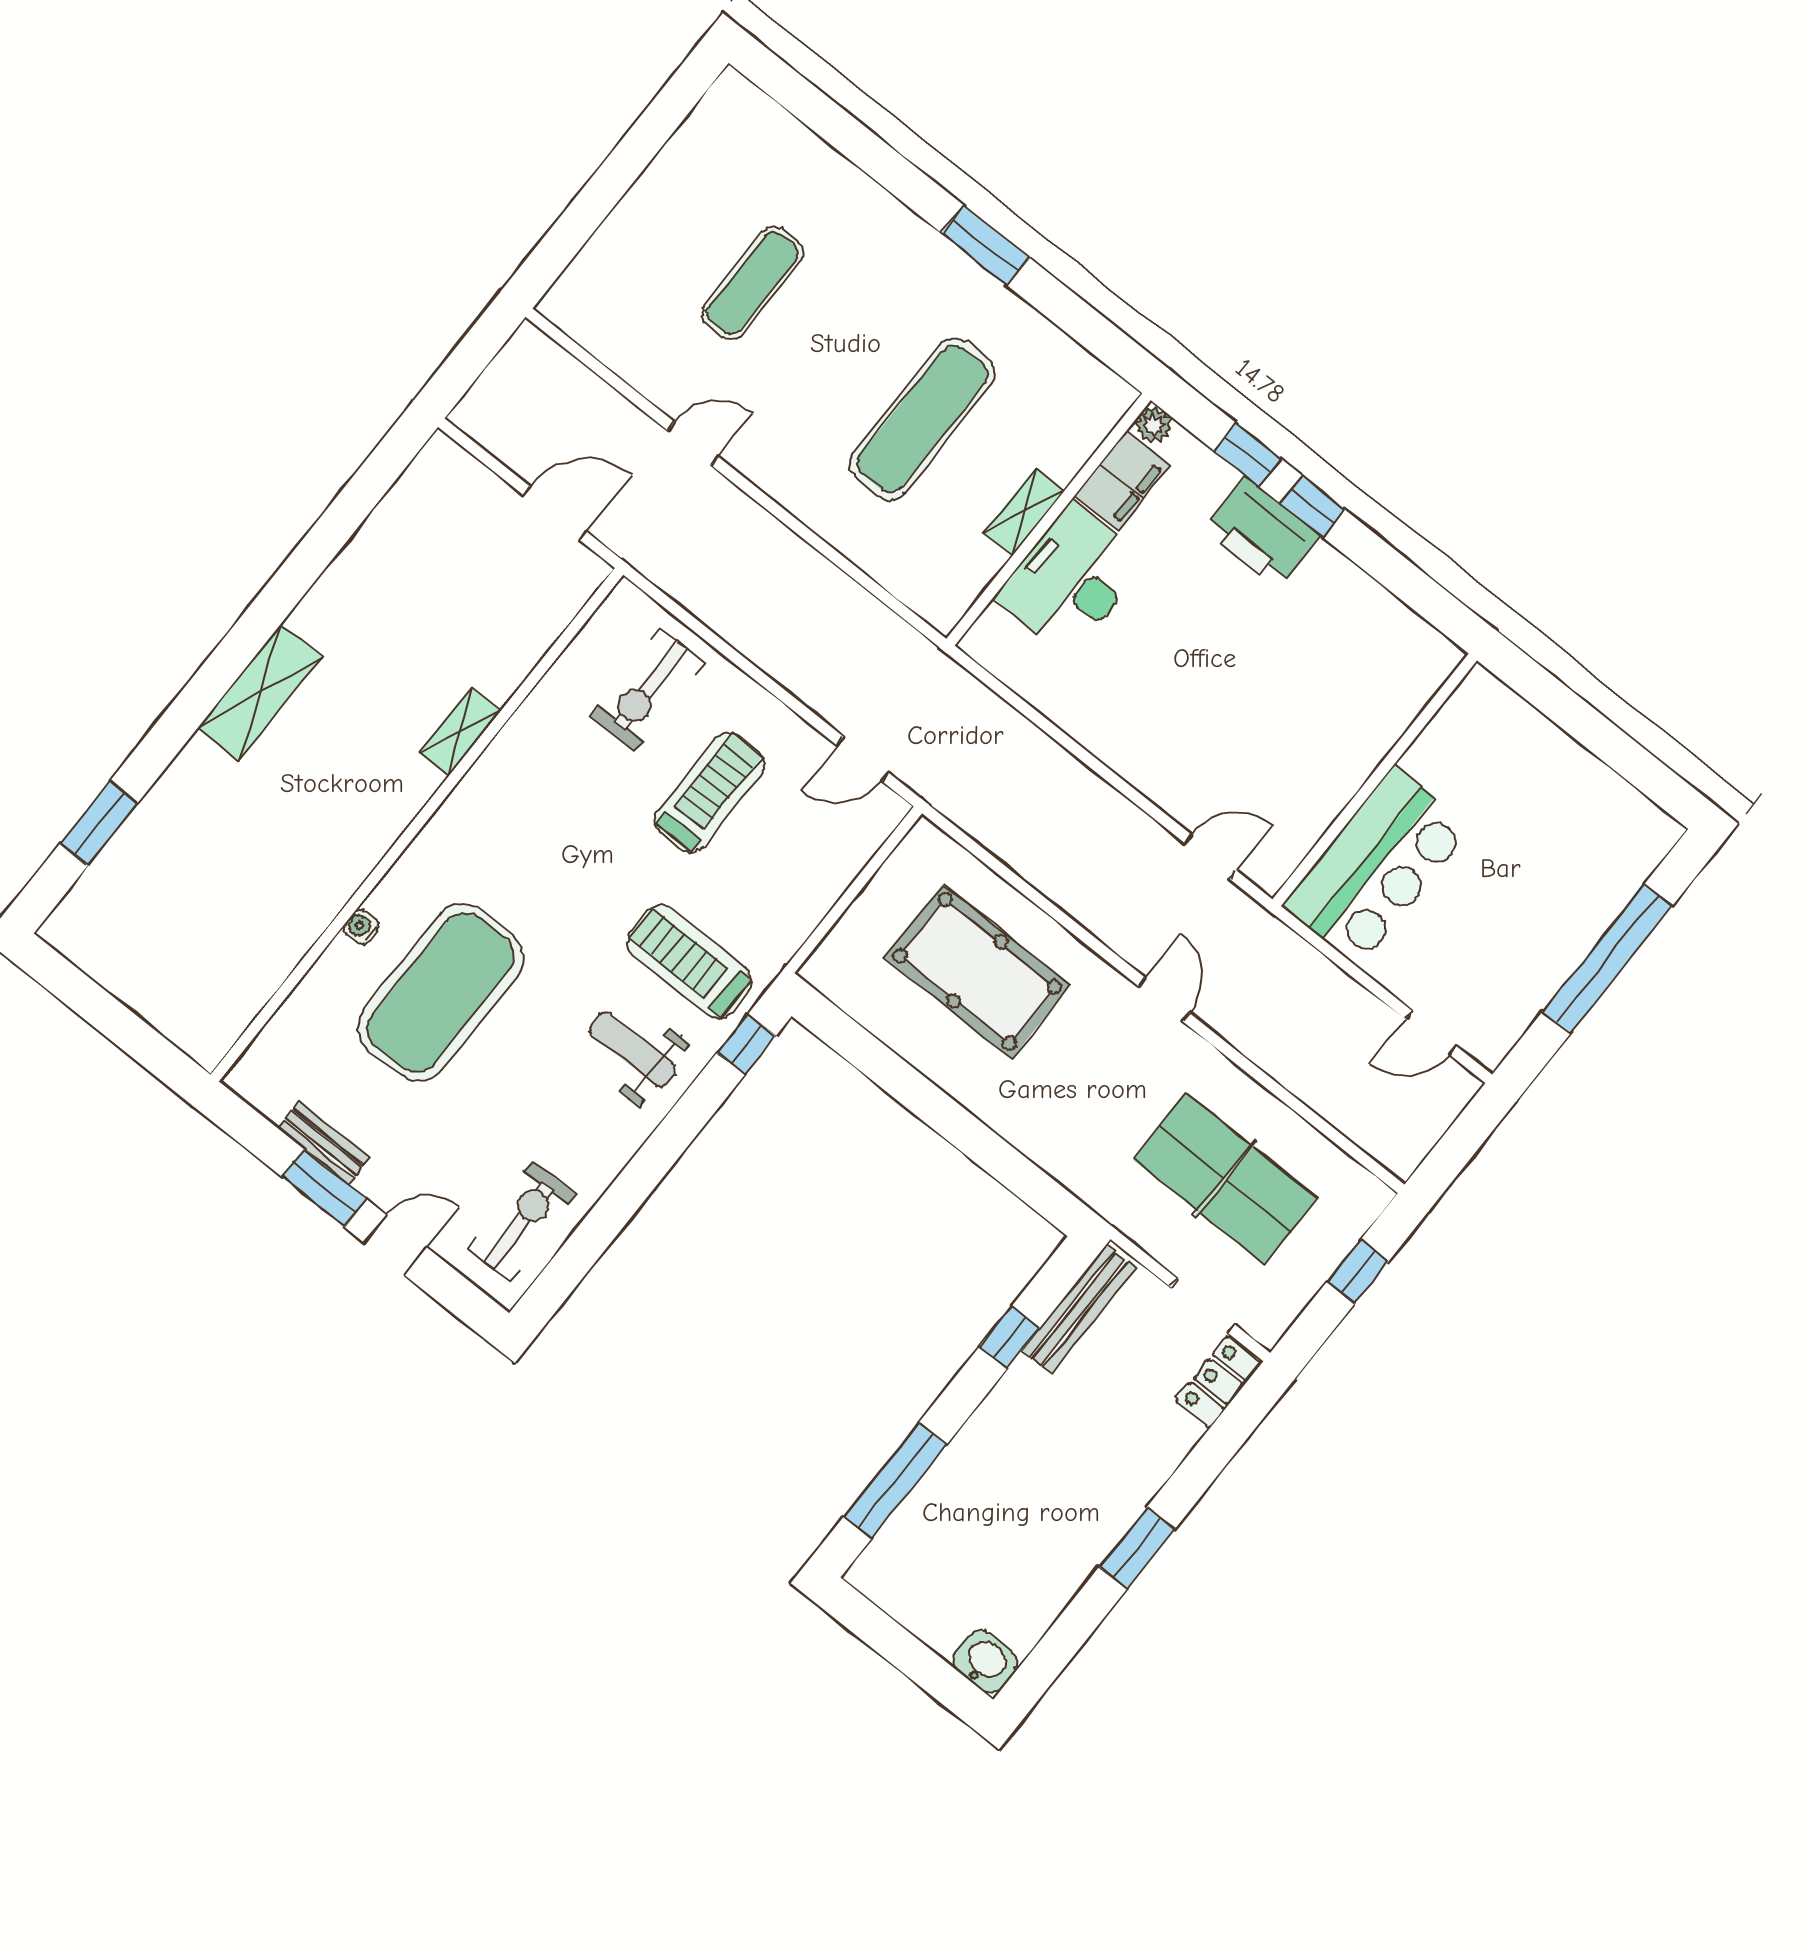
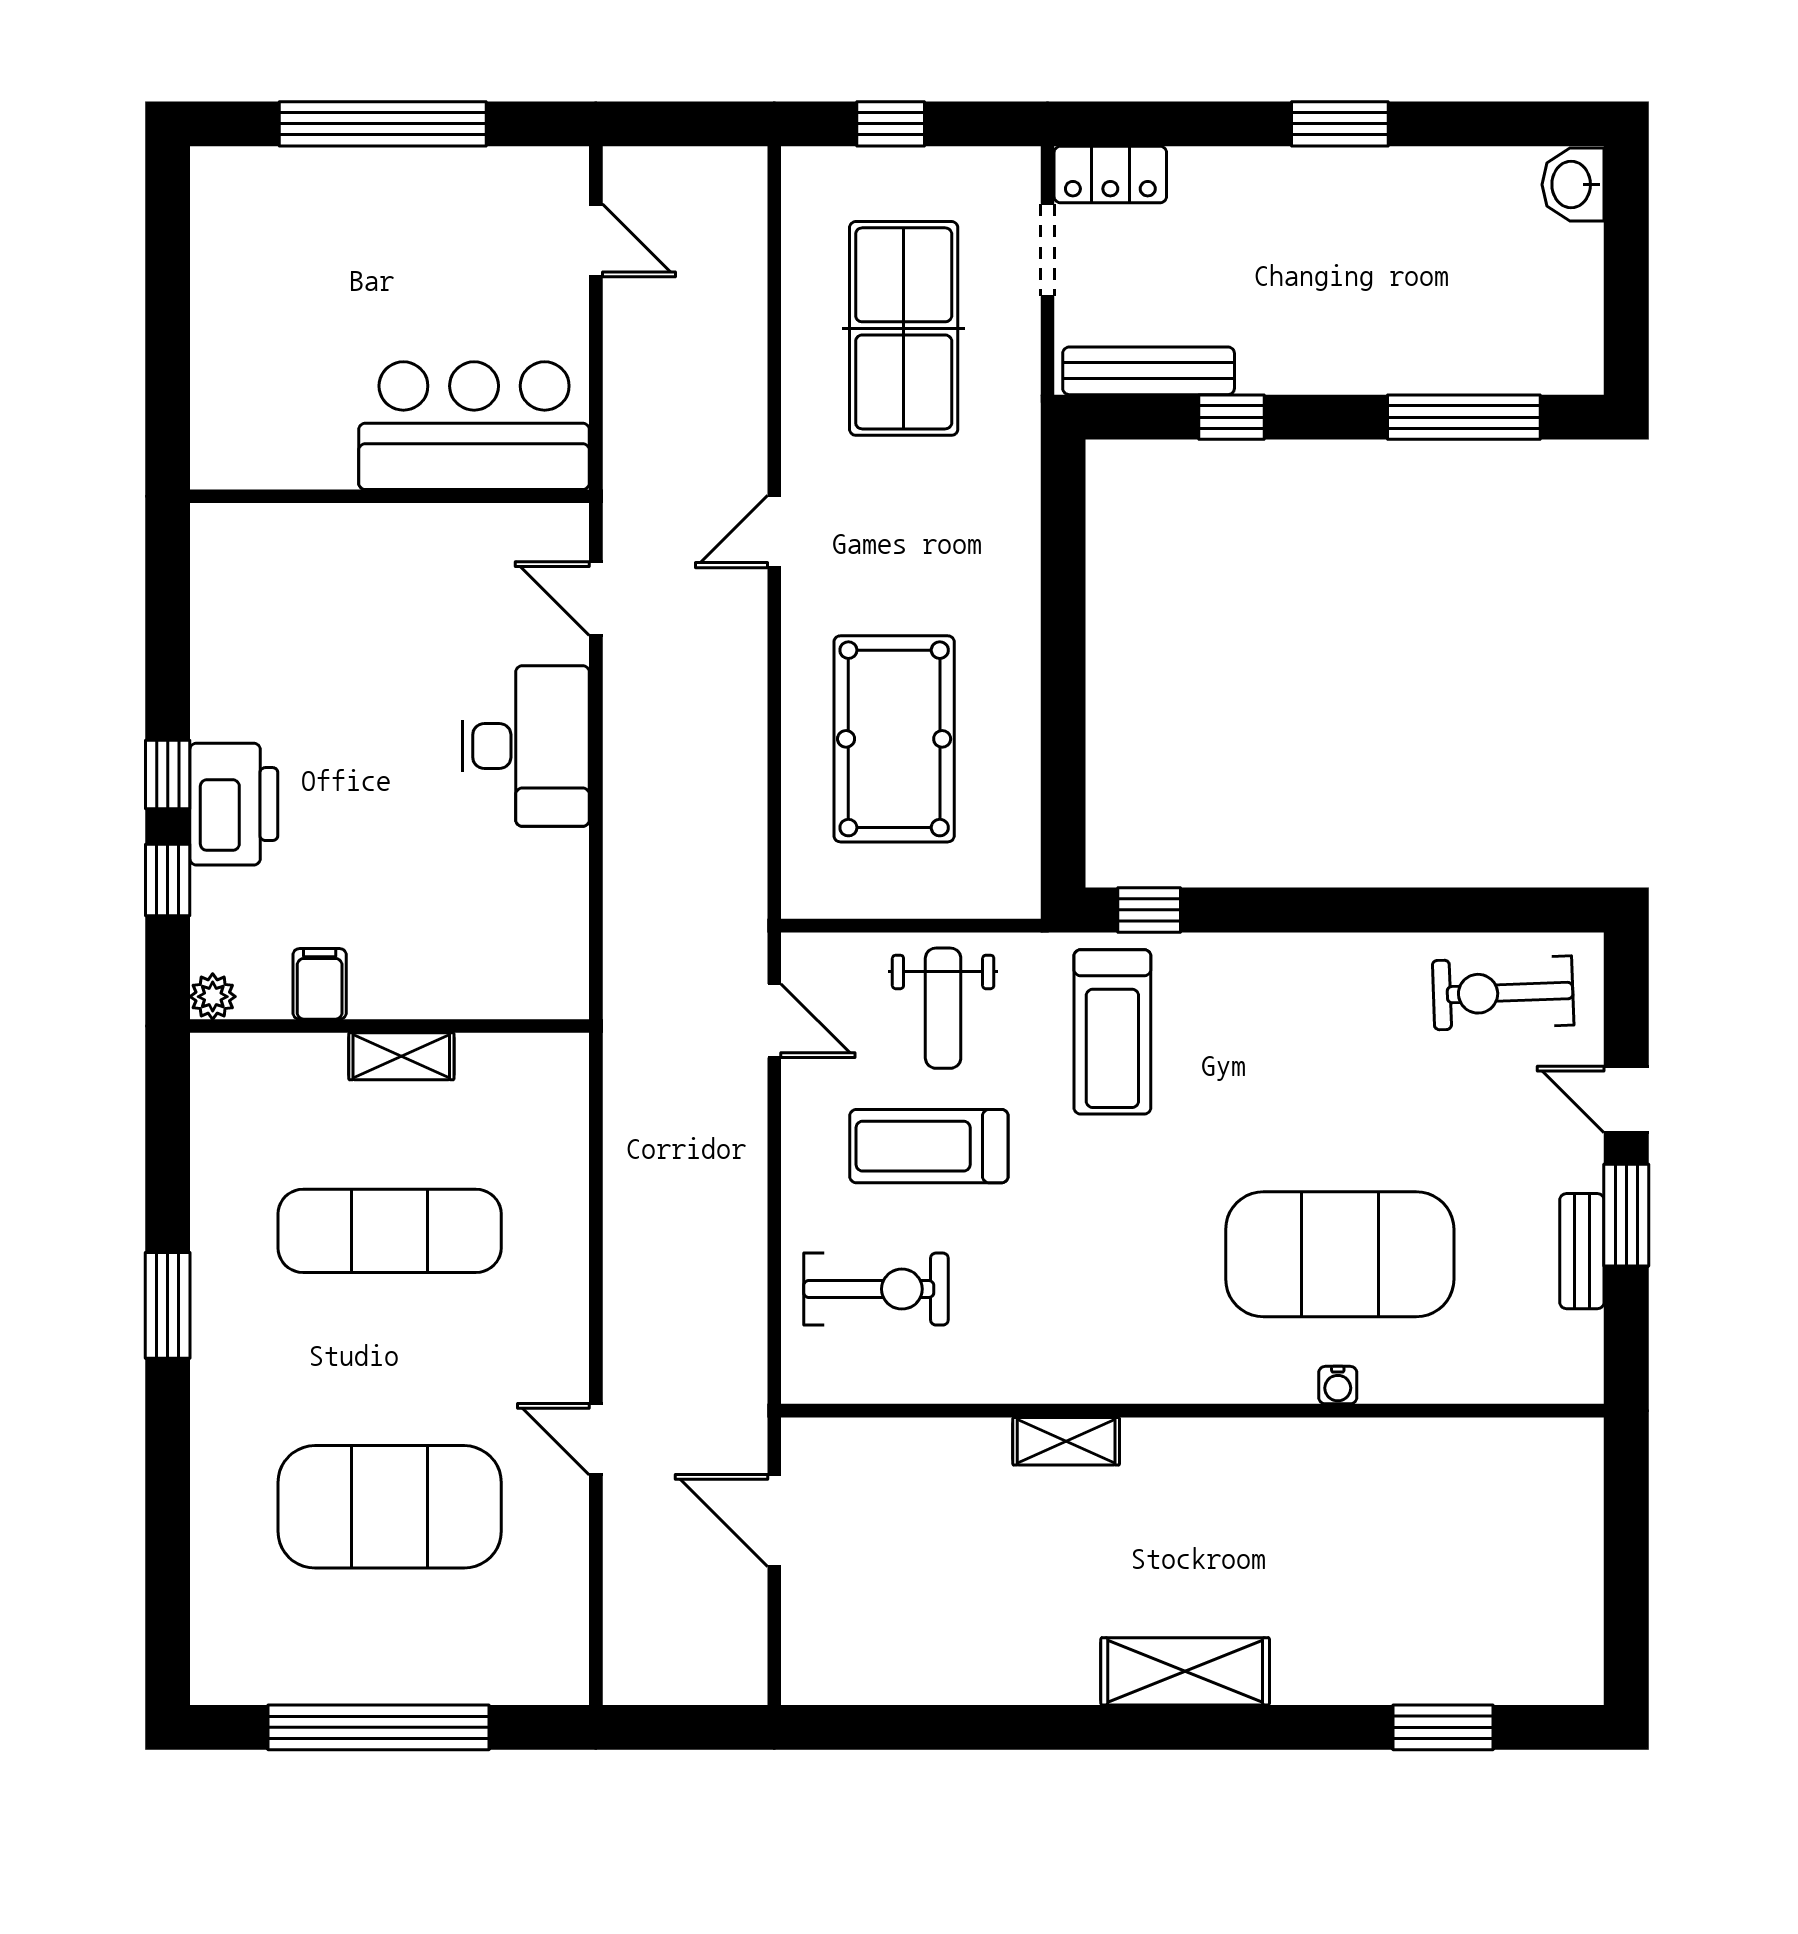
window: (622, 168) -> (379, 1727), added
exercise mat: (752, 283) -> (390, 1507), width x2.00, depth x1.45
filing cabinet: (1122, 481) -> (320, 984), width x0.50
desk: (1071, 579) -> (526, 746), moved, turned -90
weight bench: (633, 1050) -> (943, 1008), moved

